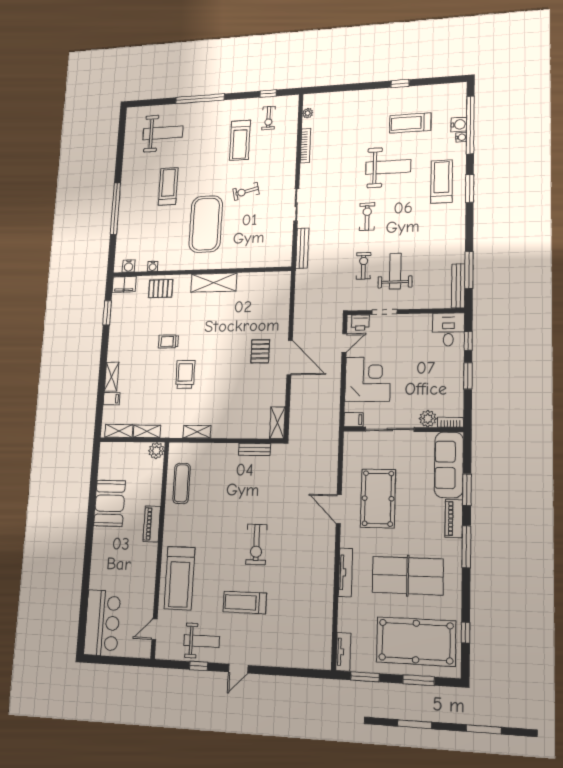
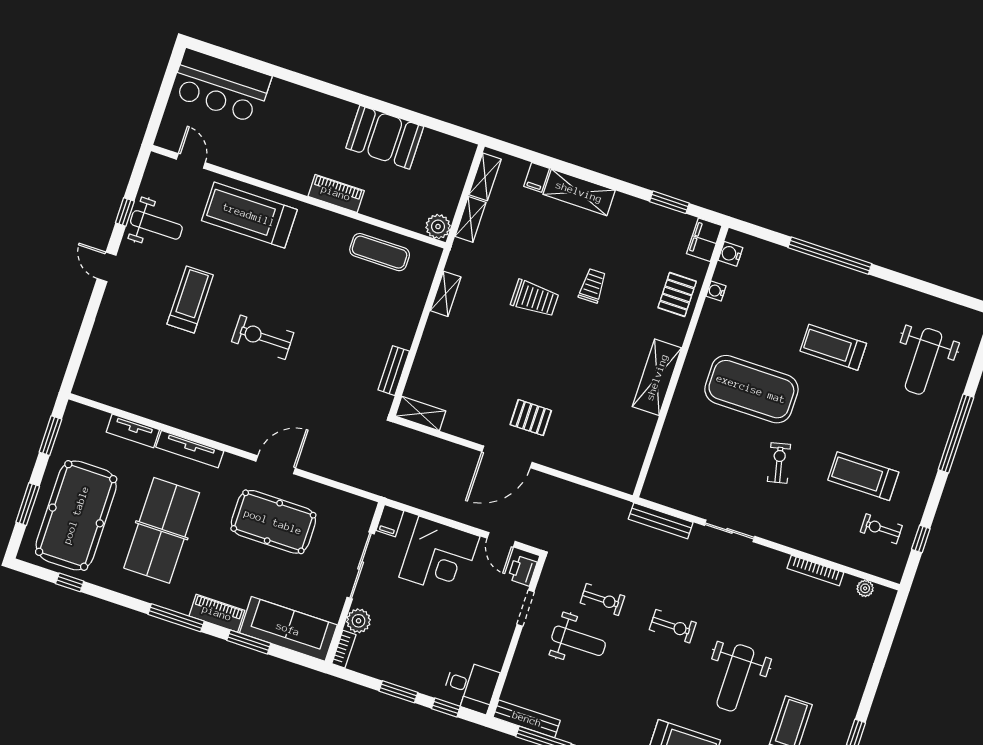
treadmill: (168, 186) -> (833, 347), turned 180
shelving: (112, 377) -> (579, 192), width x1.50, depth x1.33
weight bench: (202, 641) -> (156, 225), turned -90
tv unit: (343, 652) -> (133, 431), moved

